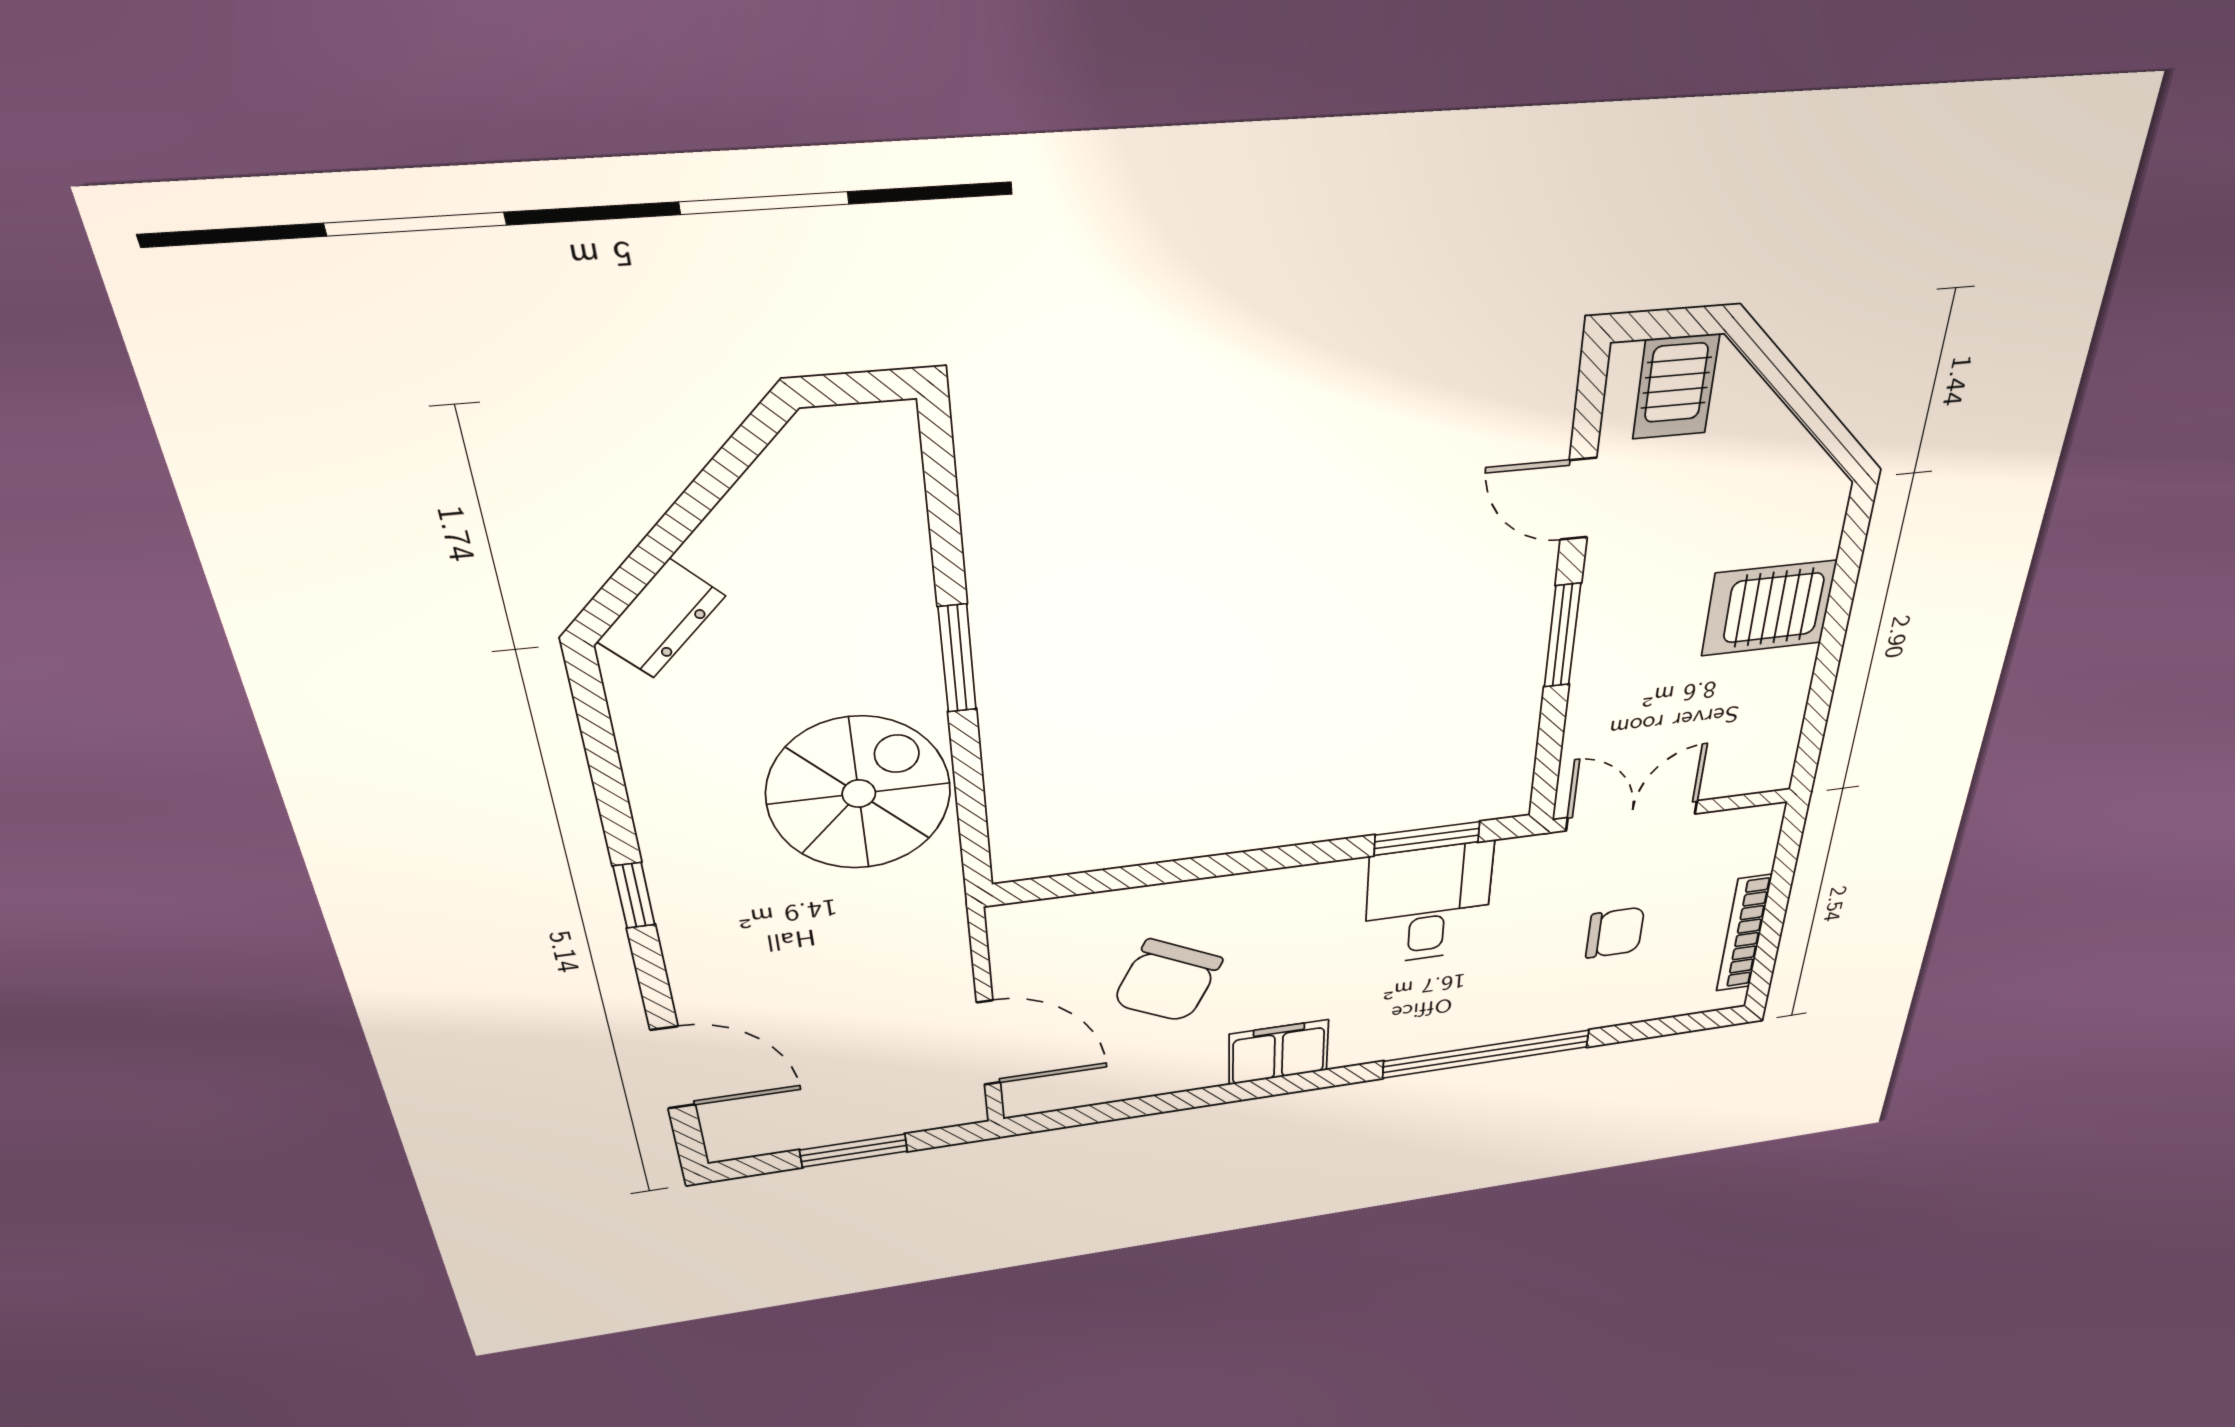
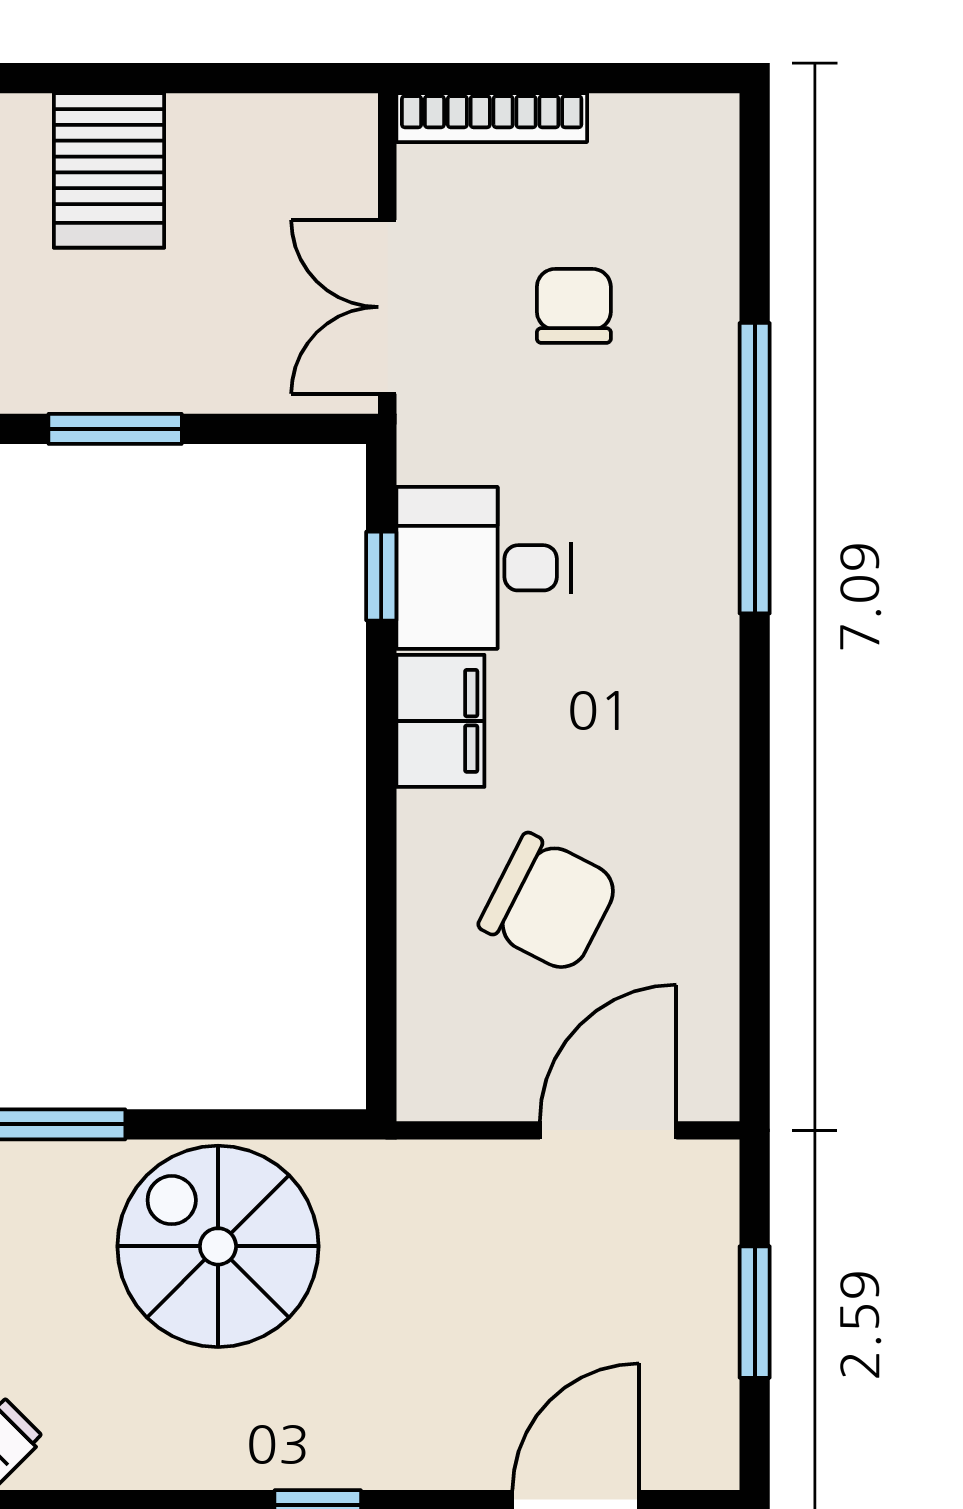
window: (1427, 838) -> (381, 576), width x0.67
bookcase: (1744, 933) -> (492, 118), moved
filing cabinet: (1279, 1052) -> (440, 721), moved, turned 180

